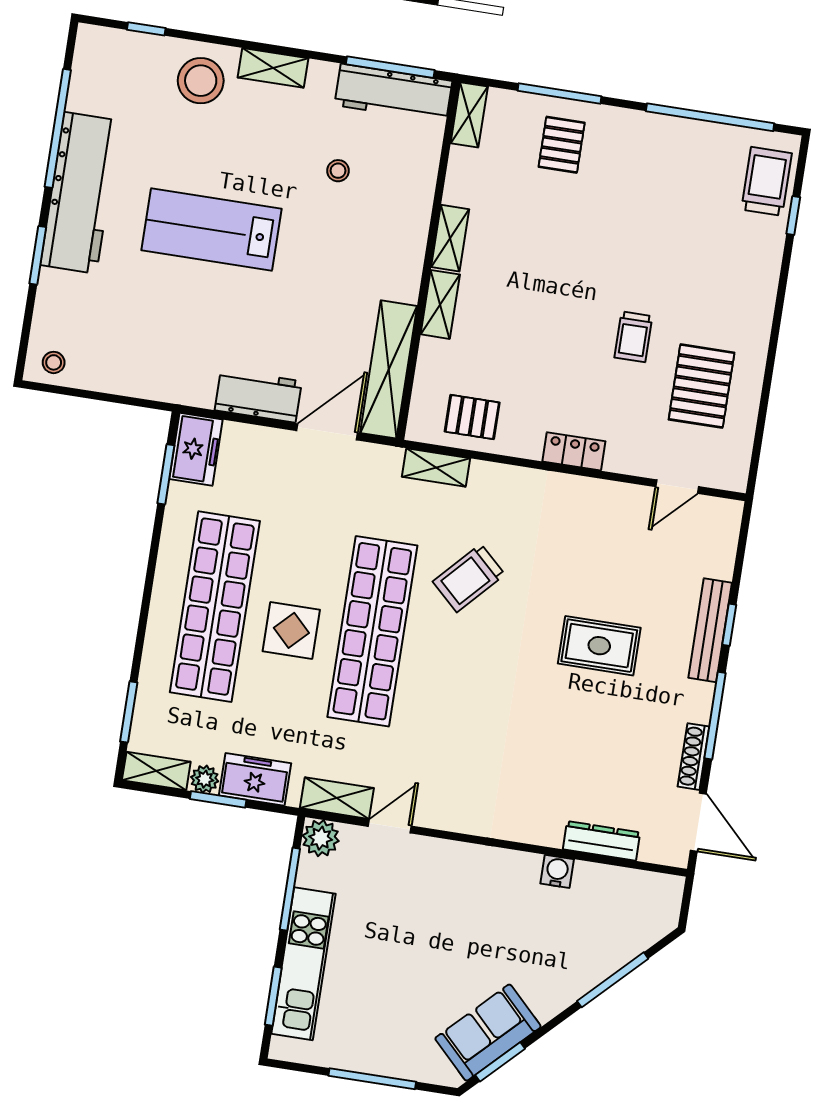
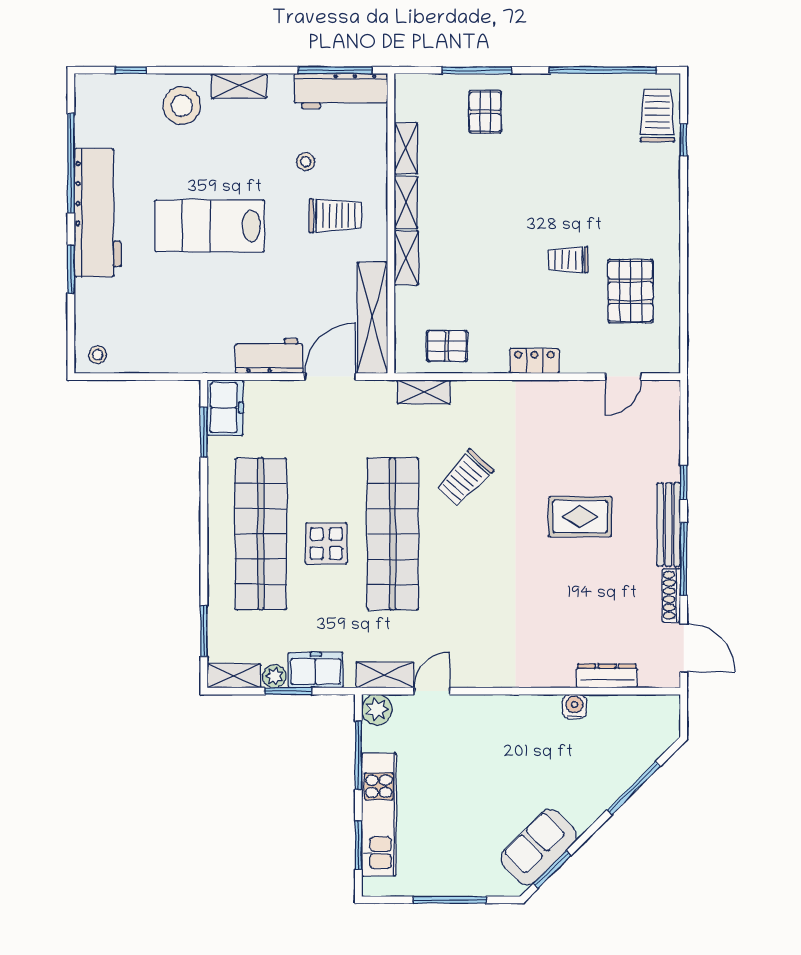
shelving: (469, 115) -> (406, 148), moved
trolley: (363, 241) -> (335, 216), added
trolley: (633, 337) -> (568, 260), turned 90
bench: (710, 630) -> (669, 525), moved

